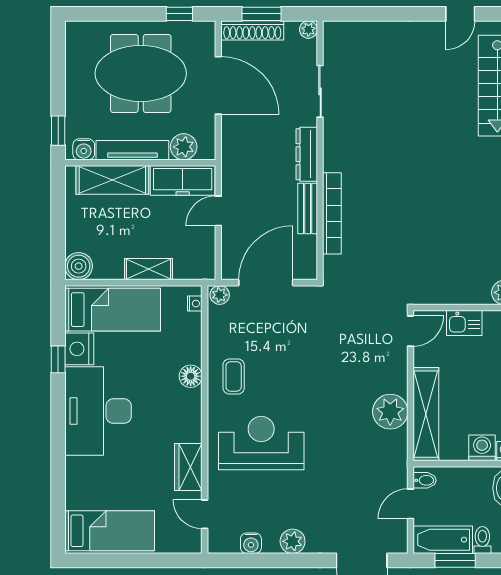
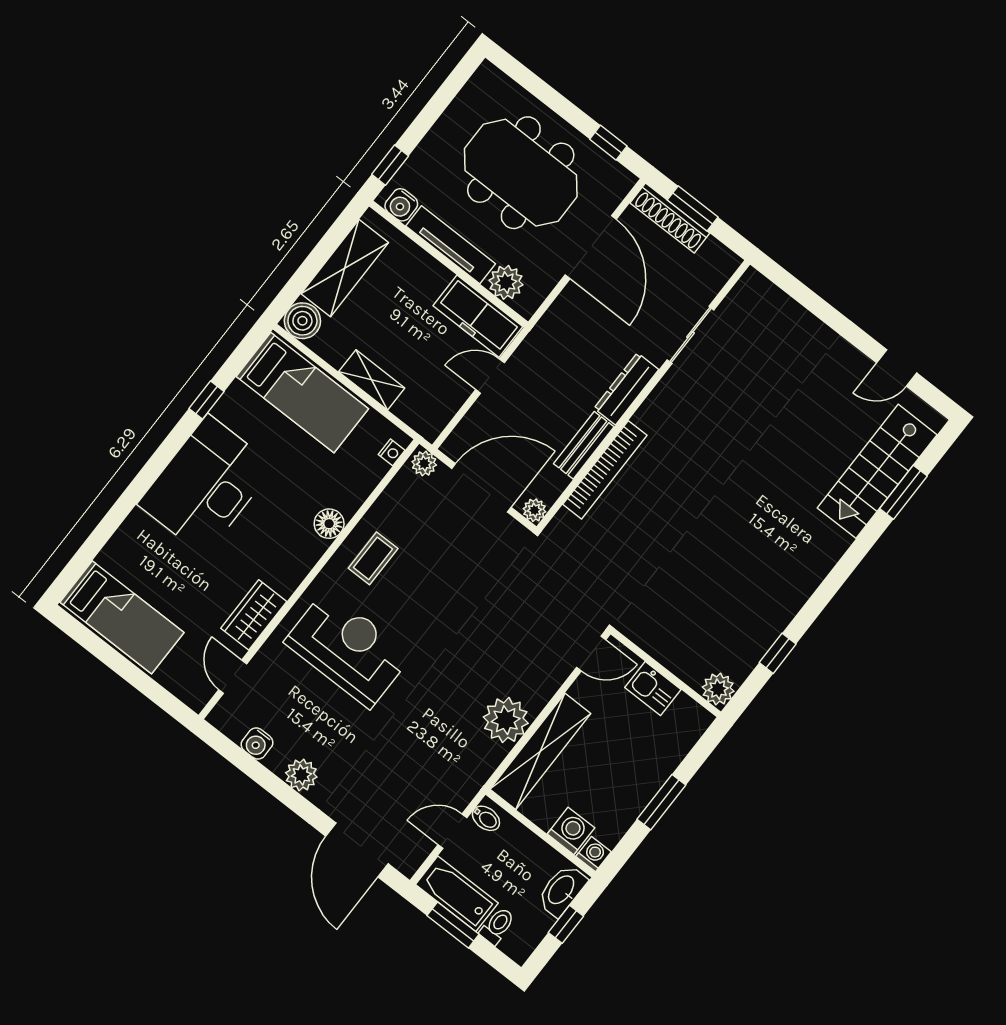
plant: (308, 30) -> (534, 510), moved
shelving: (112, 180) -> (345, 268), moved, turned 90
nightstand: (79, 349) -> (237, 406), removed

